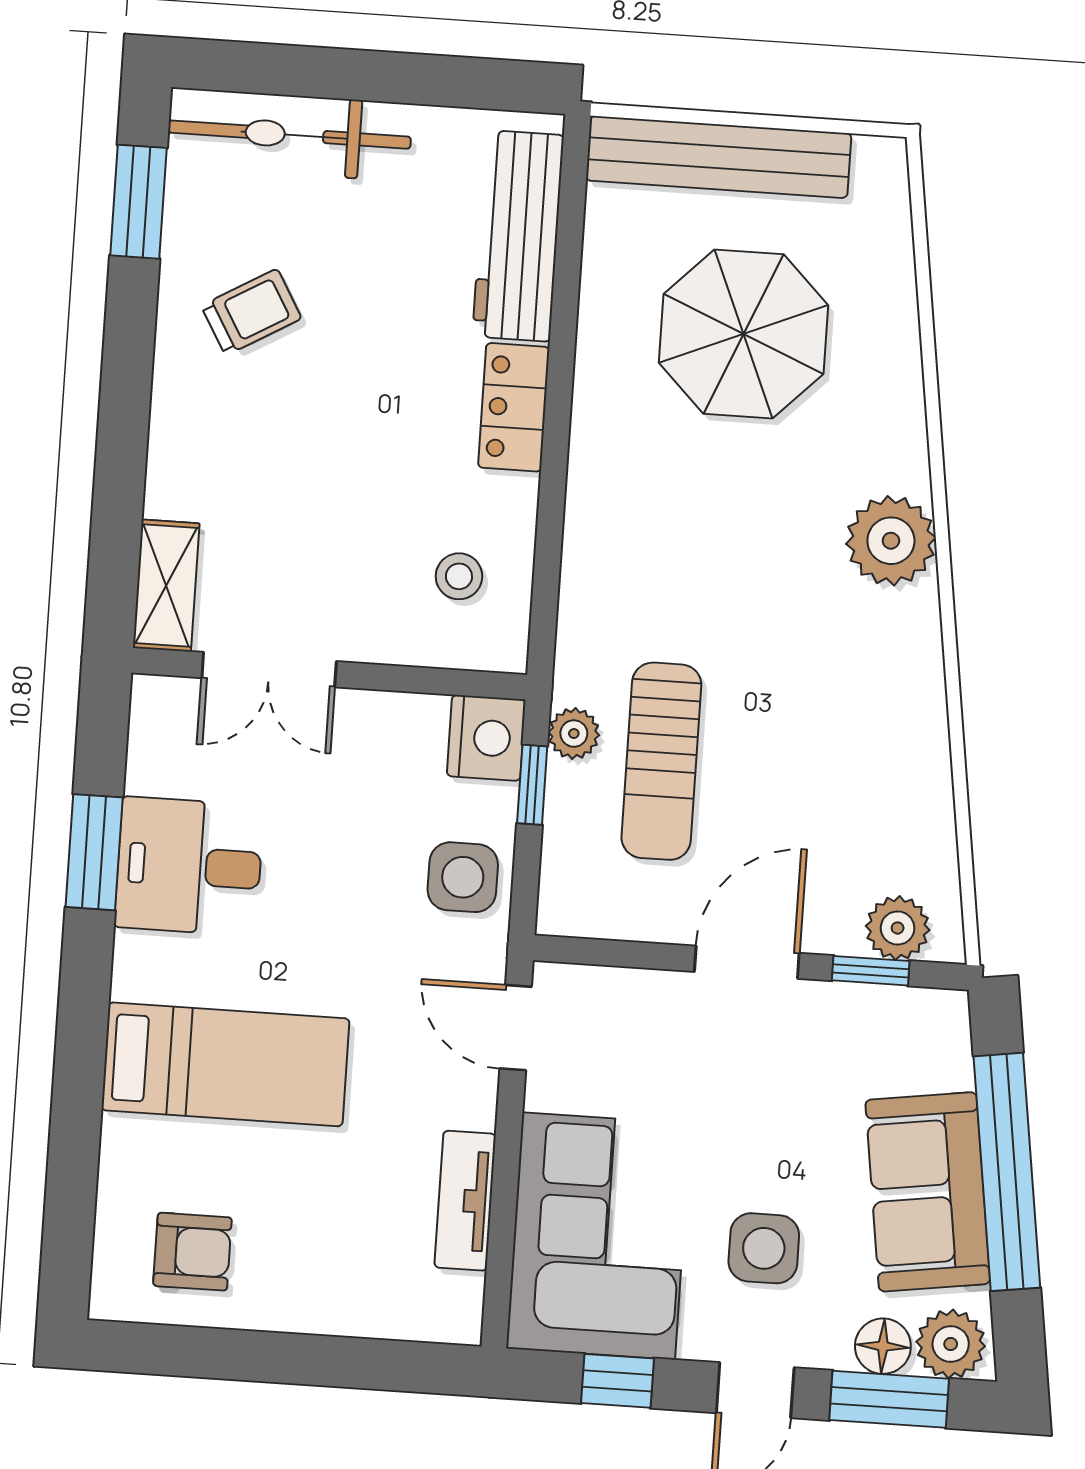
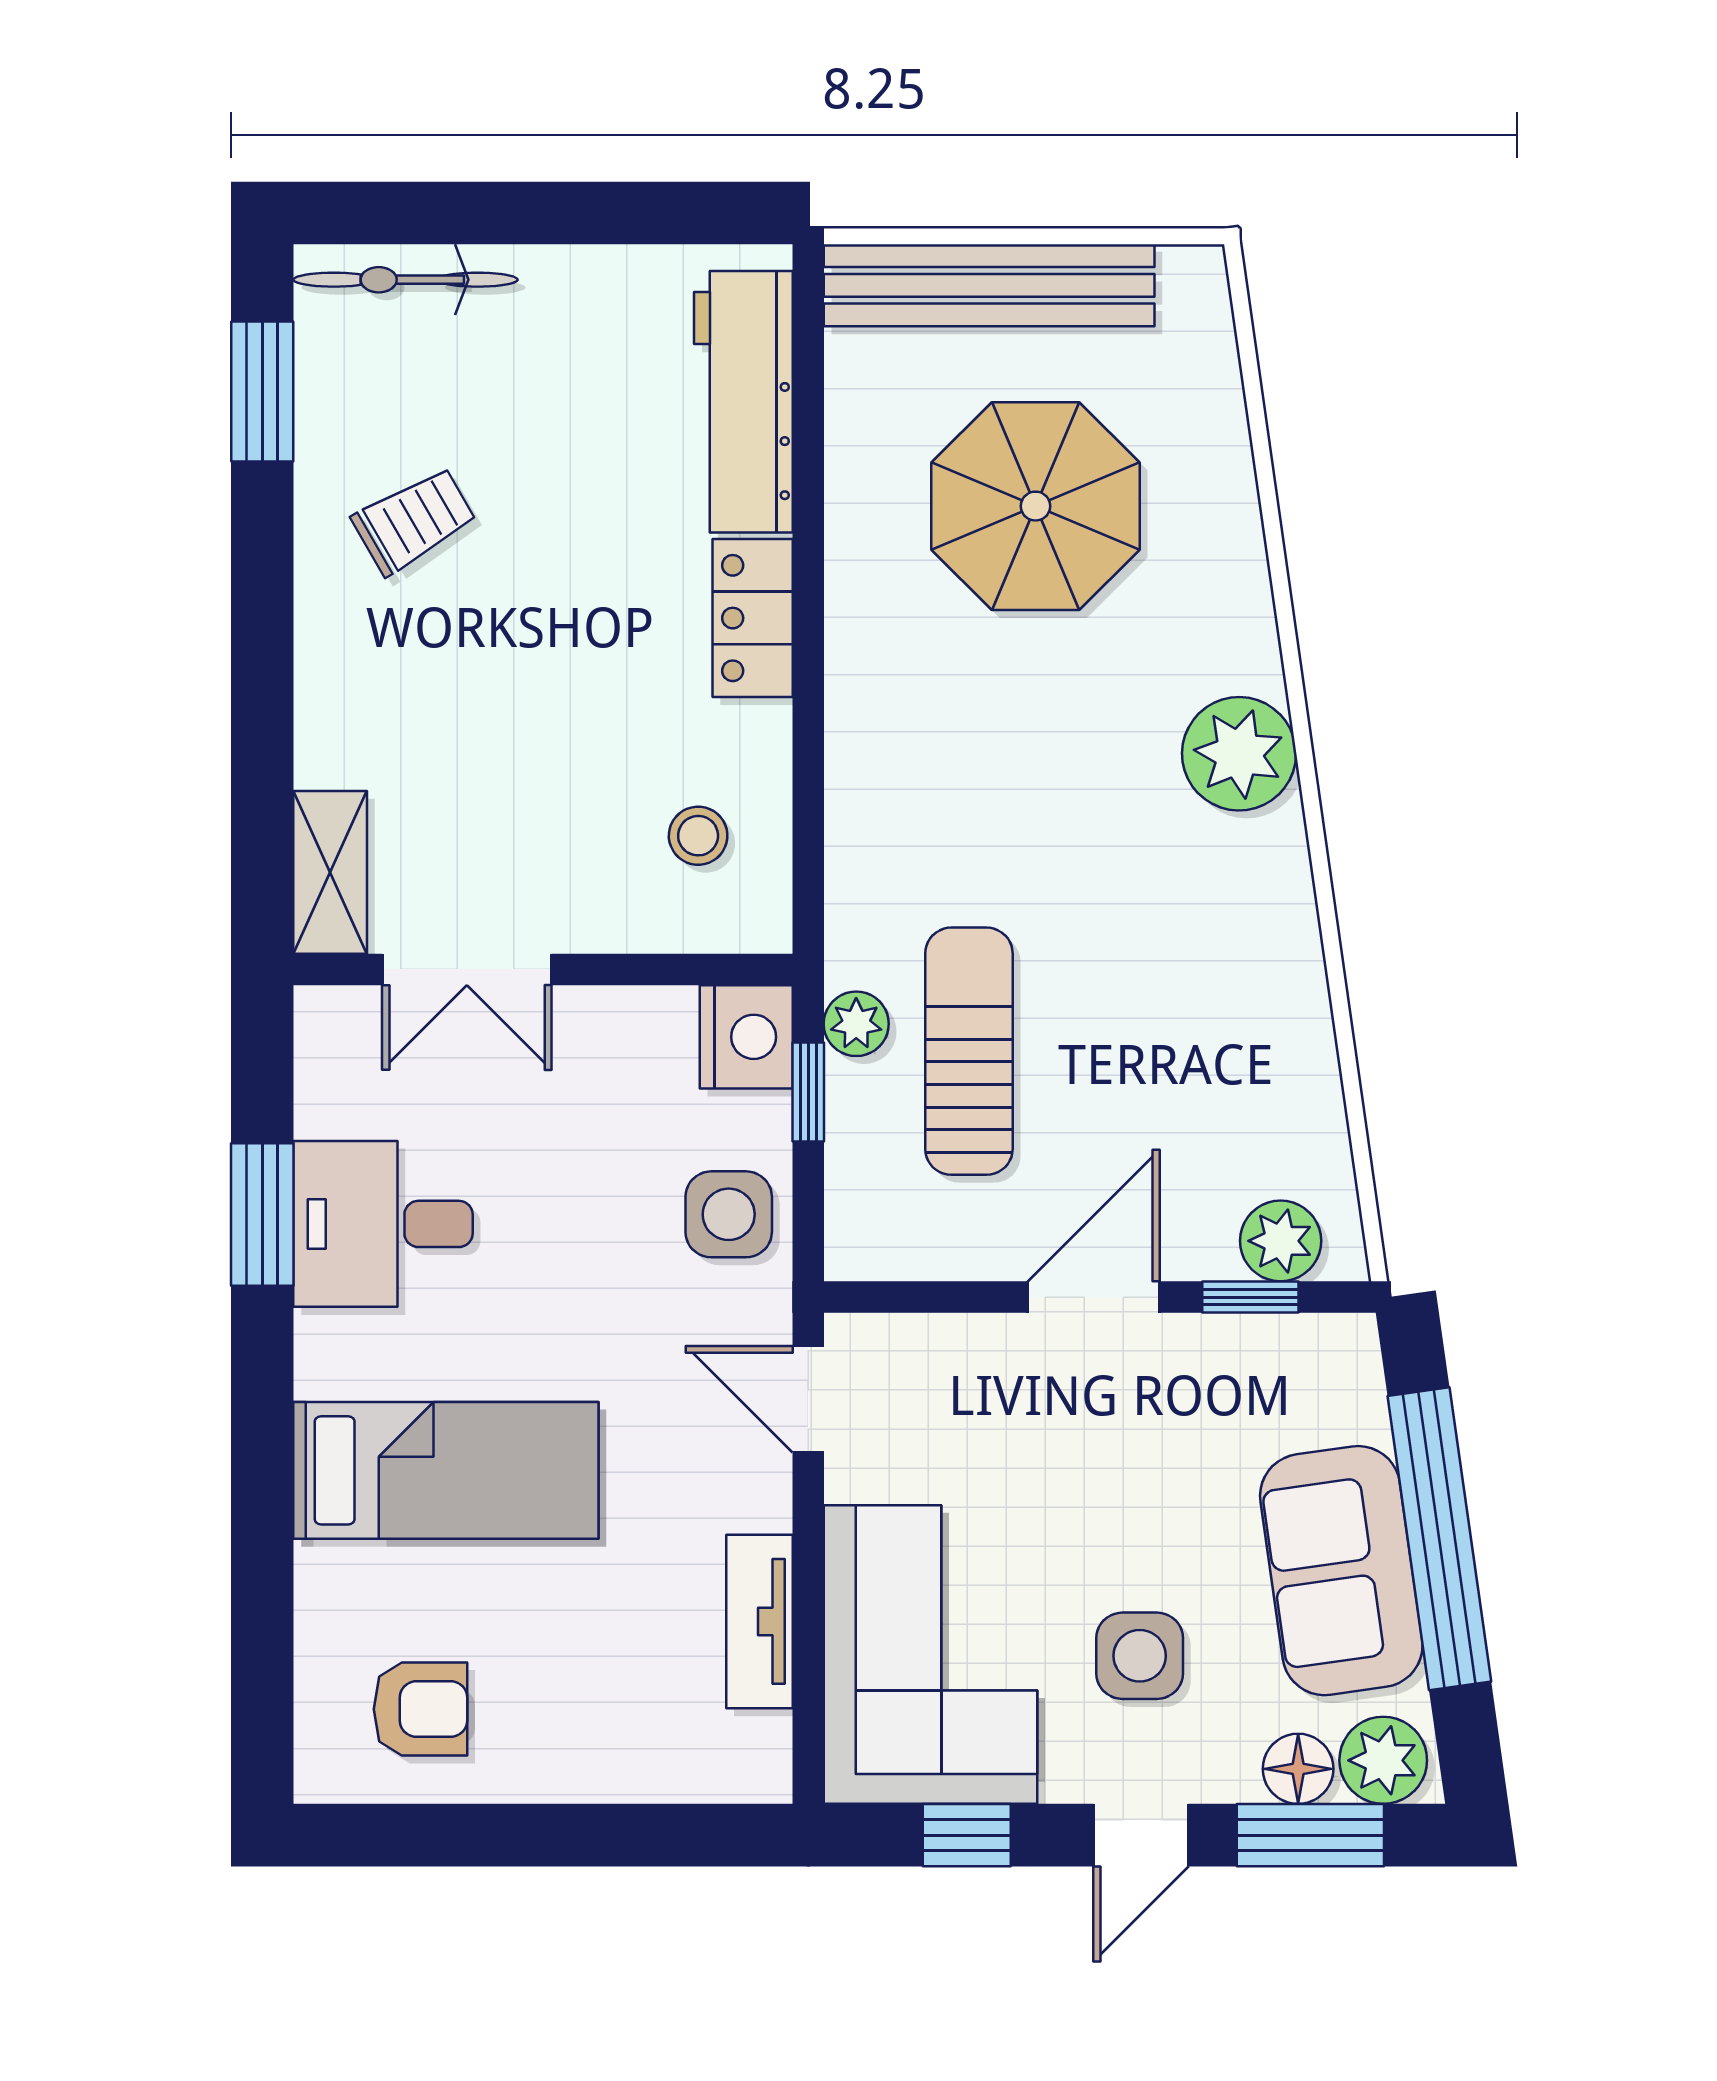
bicycle: (289, 135) -> (406, 280), width x0.73, depth x0.71
sun lounger: (661, 761) -> (969, 1051), turned 180

